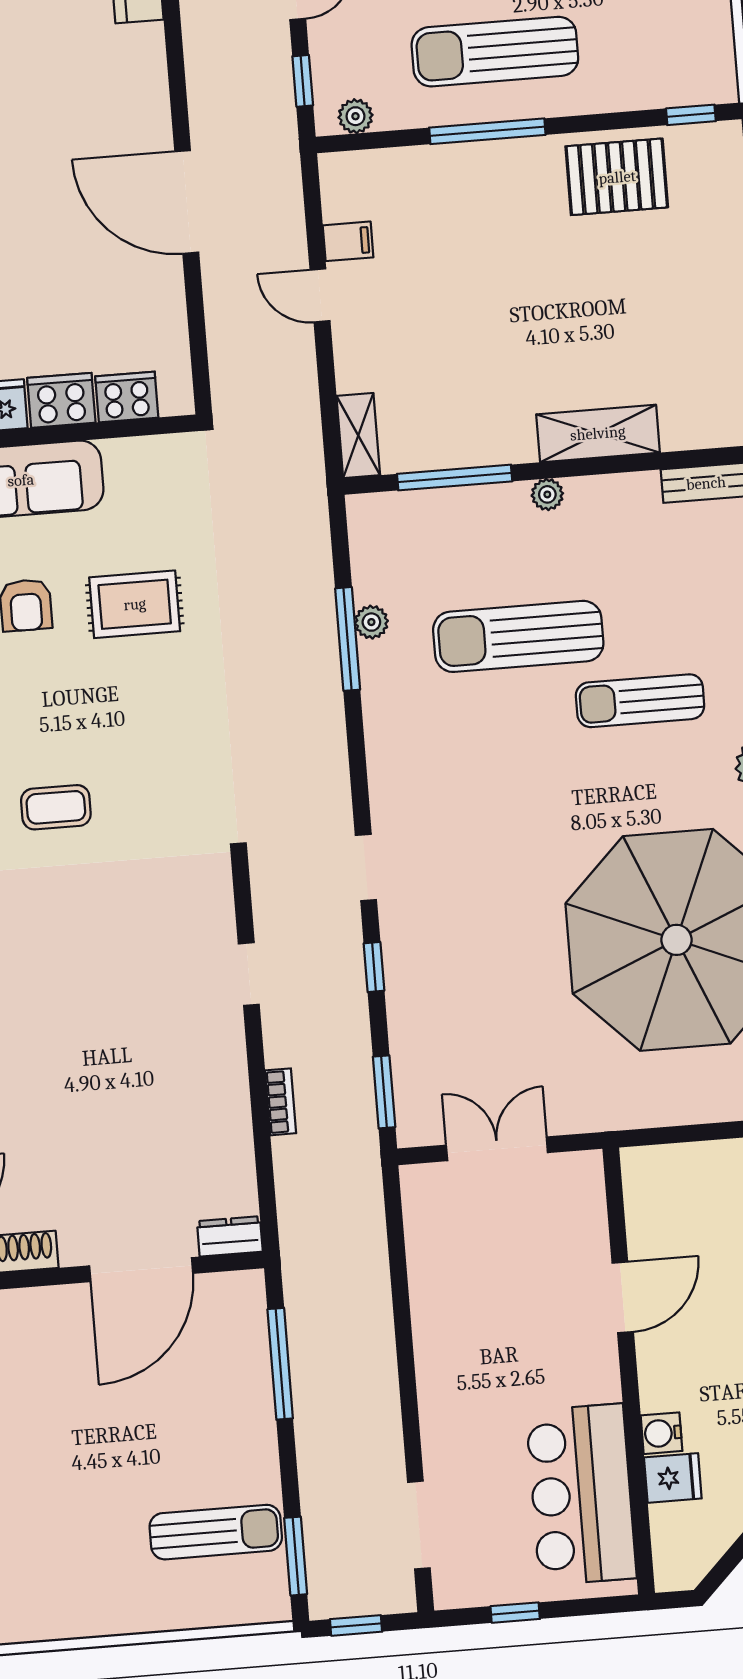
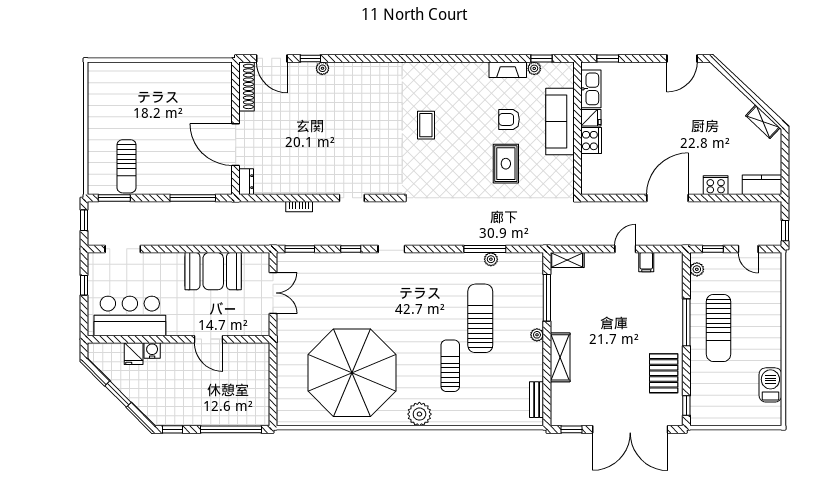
sun lounger: (495, 52) -> (718, 328), turned 180
cooker: (127, 397) -> (716, 185), moved, turned -90
booth: (455, 1299) -> (213, 271), added

